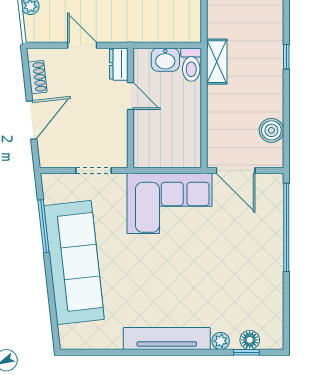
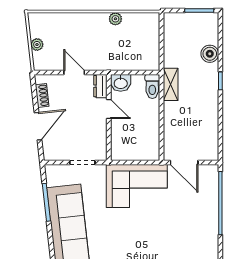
washbasin: (165, 60) -> (121, 83), moved
boiler: (271, 130) -> (210, 54), moved

